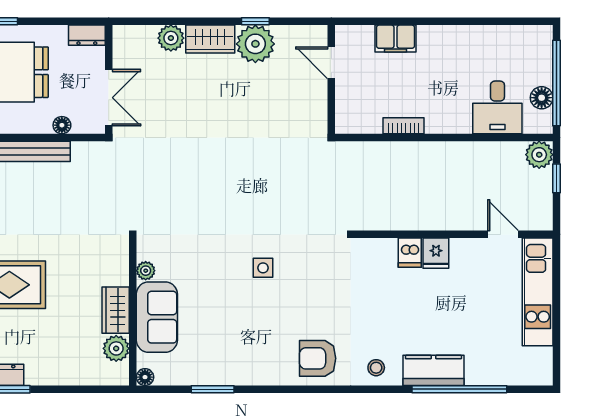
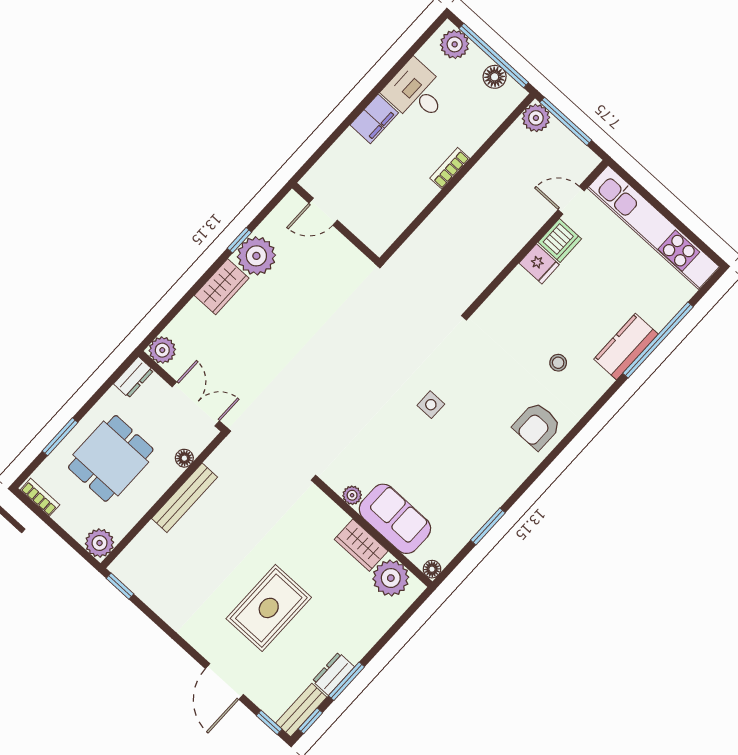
plant: (171, 38) -> (162, 350), moved
filing cabinet: (396, 39) -> (374, 119), moved
plant: (539, 47) -> (455, 44), added
desk: (497, 107) -> (416, 92), moved, turned 180
bookcase: (404, 126) -> (450, 168), moved
window: (556, 178) -> (566, 121), width x2.17
dishwasher: (410, 253) -> (560, 240), moved, width x1.38
kitchen unit: (538, 292) -> (653, 227), width x1.36
plant: (116, 348) -> (391, 578), width x1.36, depth x1.36
stool: (376, 368) -> (558, 363), moved

